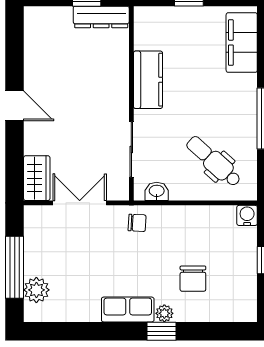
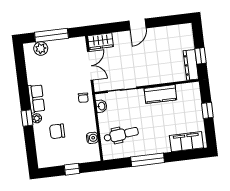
dental chair: (214, 161) -> (121, 135), turned 42
water cooler: (247, 215) -> (92, 138), moved

